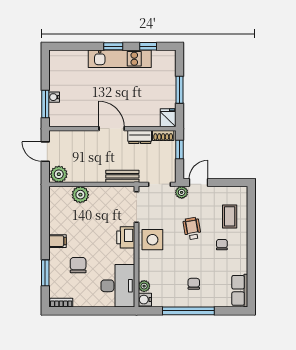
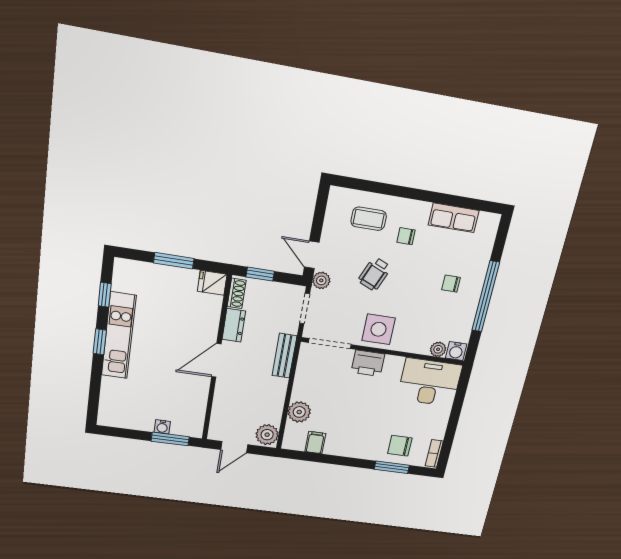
wheelchair: (192, 228) -> (375, 274), turned -57
filing cabinet: (57, 241) -> (315, 443), moved
chair: (78, 265) -> (400, 446), moved
row of seats: (240, 290) -> (454, 218), moved

